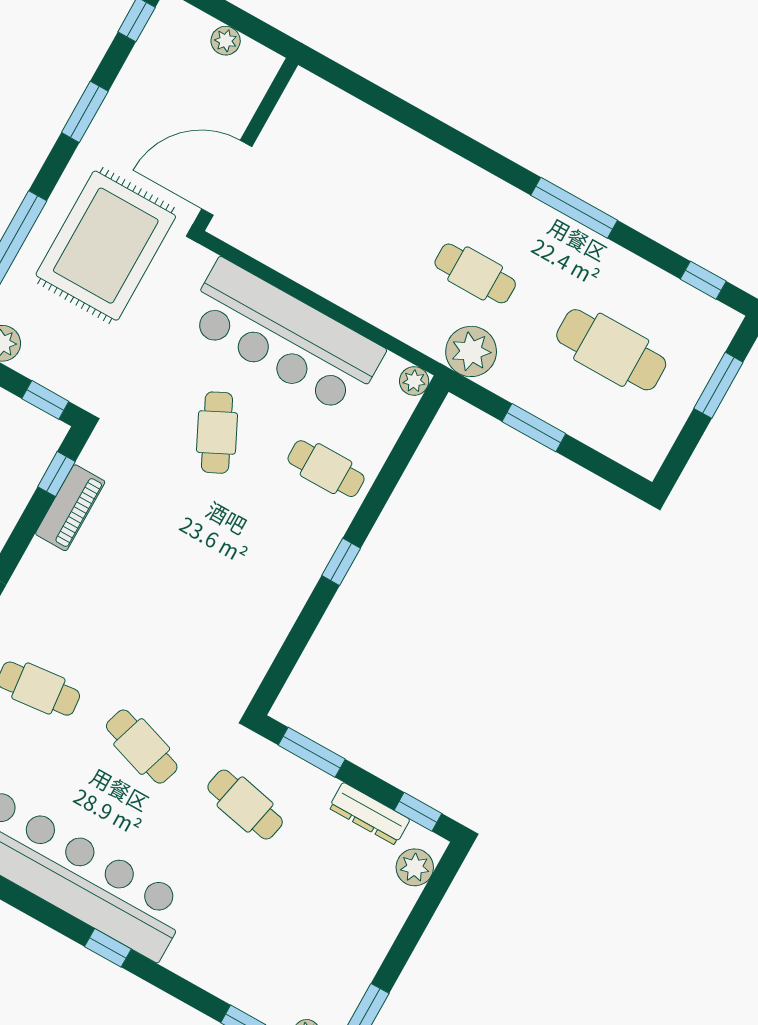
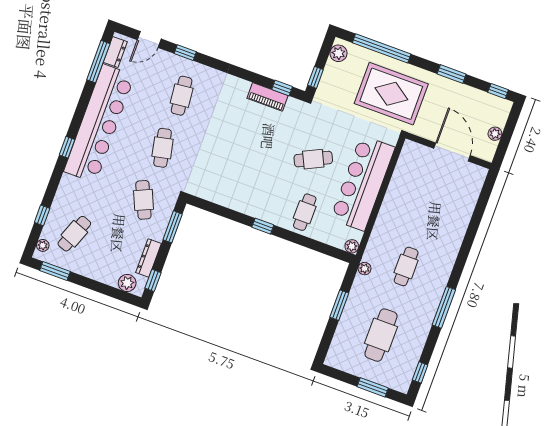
door: (227, 178) -> (452, 152), moved
plant: (471, 351) -> (365, 269), width x0.53, depth x0.53
cafe table: (142, 747) -> (163, 148), turned -30
cafe table: (245, 805) -> (143, 200), turned -36
cafe table: (293, 962) -> (74, 234), added

